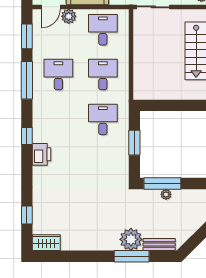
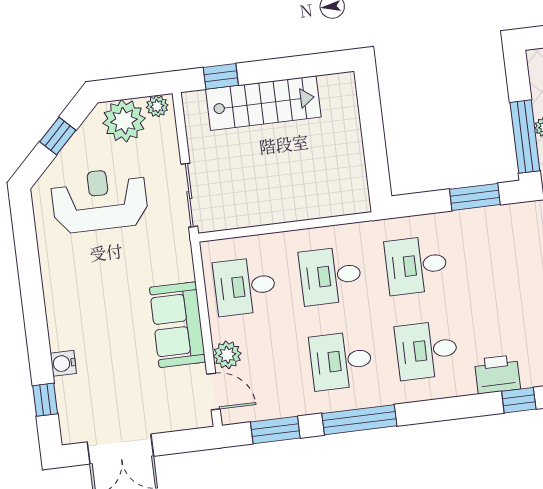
desk: (58, 119) -> (427, 350), added
window: (27, 136) -> (519, 400), moved
window: (134, 143) -> (475, 197), moved

